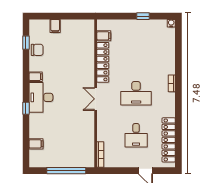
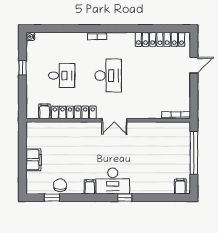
filing cabinet: (55, 26) -> (33, 160), width x2.00
desk: (136, 135) -> (62, 76), moved
filing cabinet: (36, 144) -> (180, 186), moved

